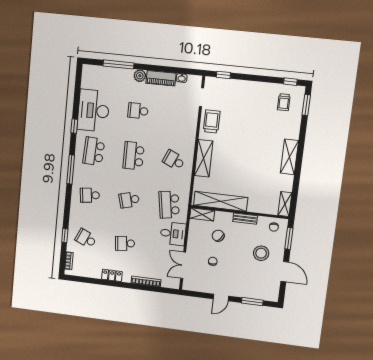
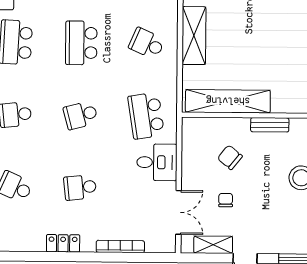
shelving: (202, 214) -> (213, 245), moved
double door: (183, 265) -> (179, 212), swing flipped

